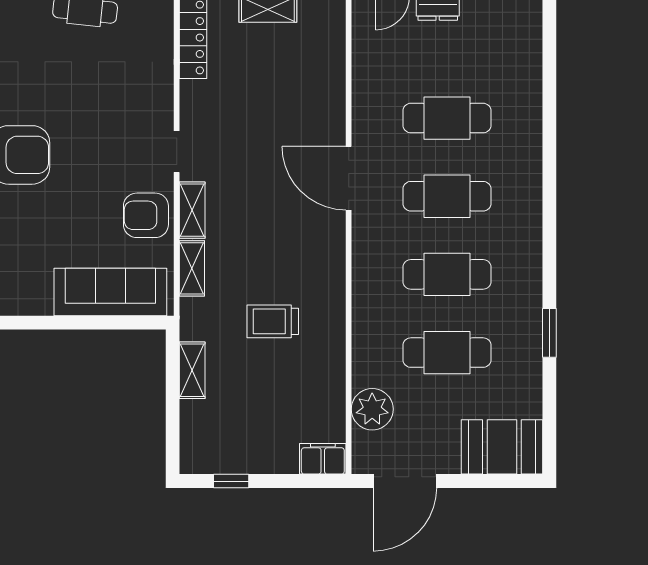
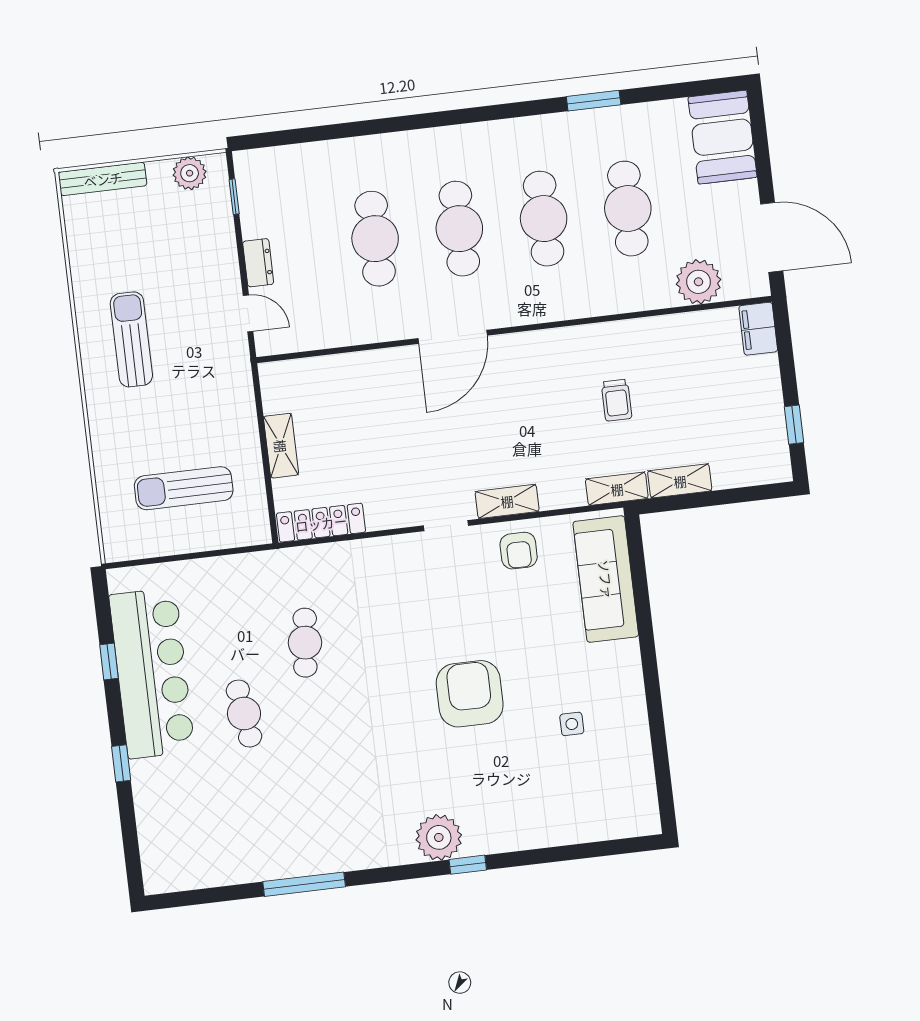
armchair: (146, 215) -> (519, 551), width x0.72, depth x0.72
shelving: (192, 268) -> (617, 489), moved
trolley: (273, 321) -> (617, 400), width x0.73, depth x0.72

